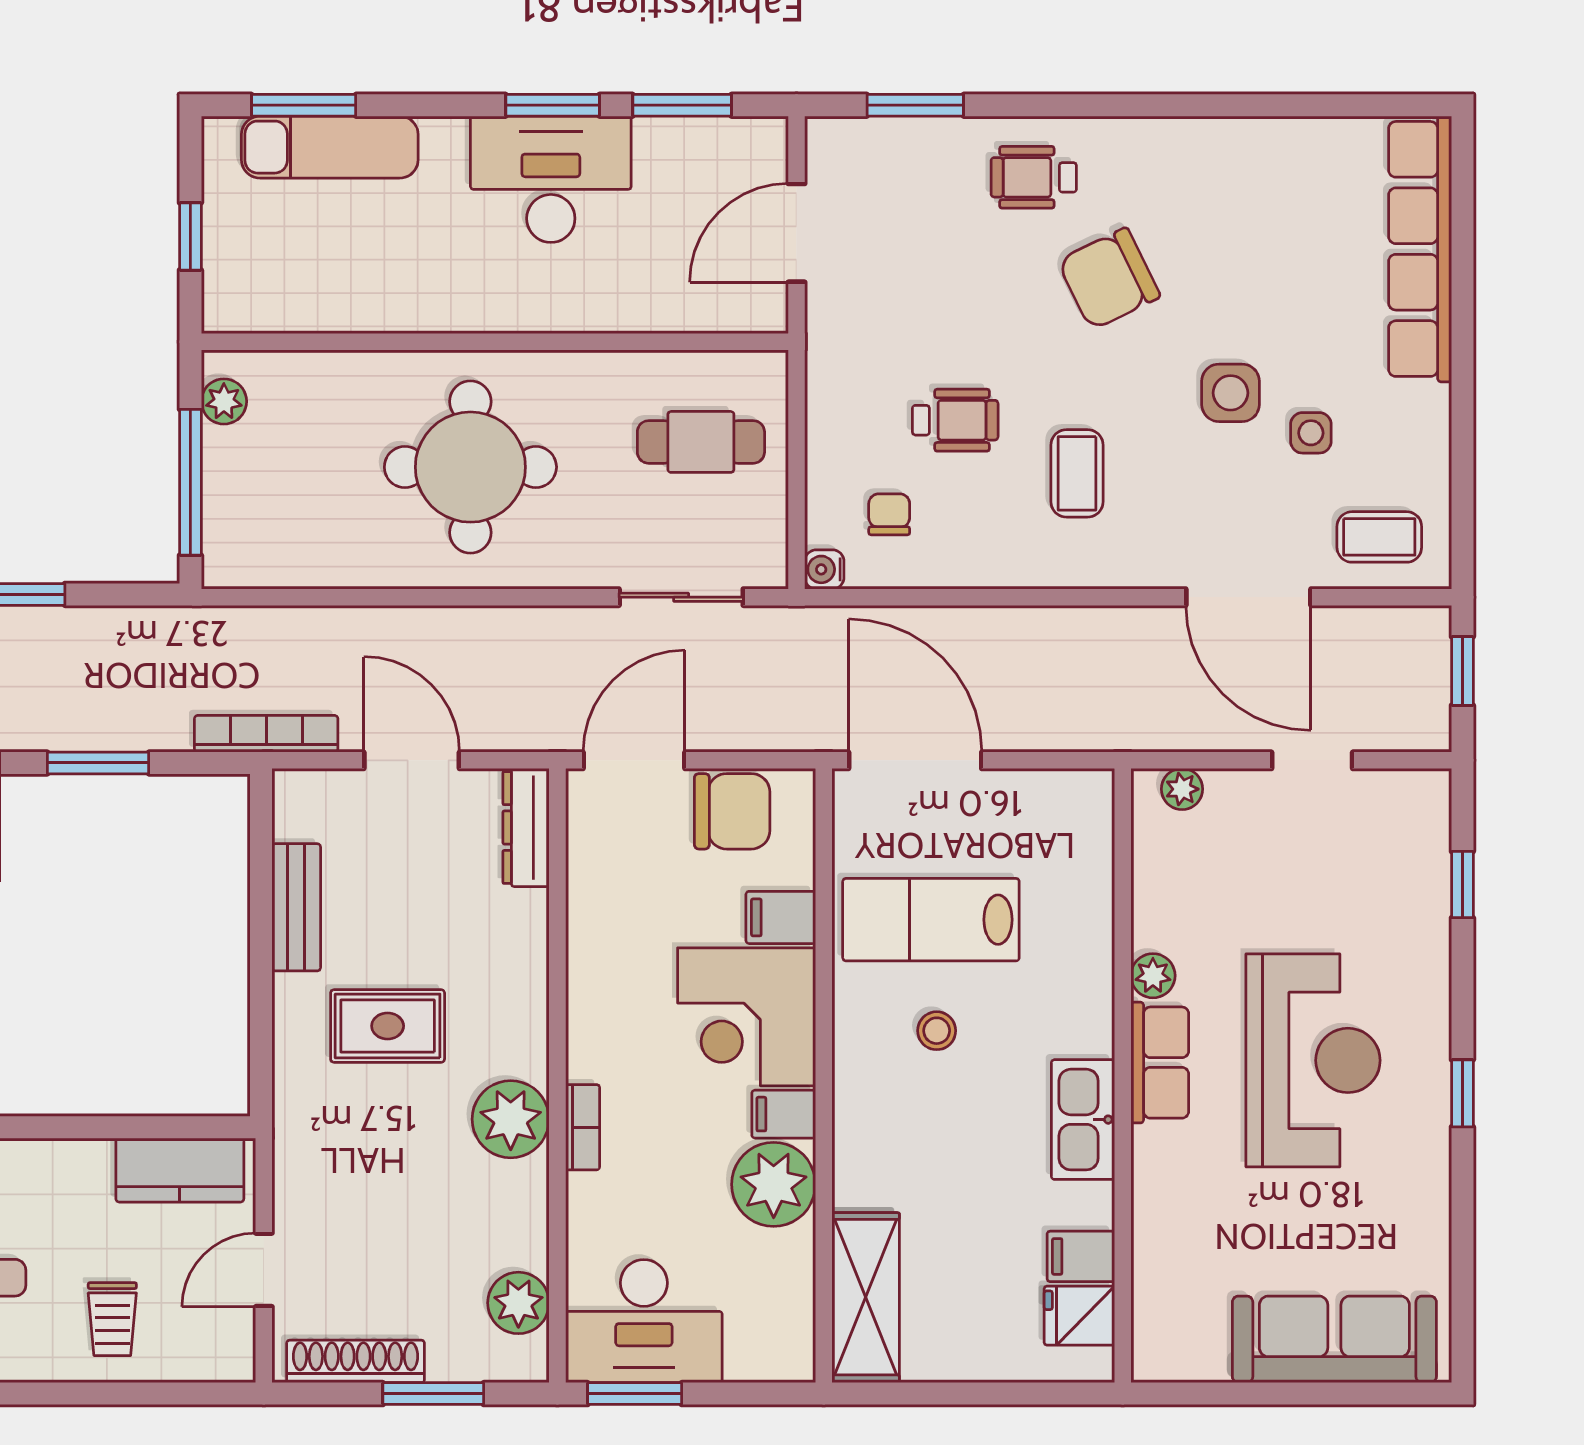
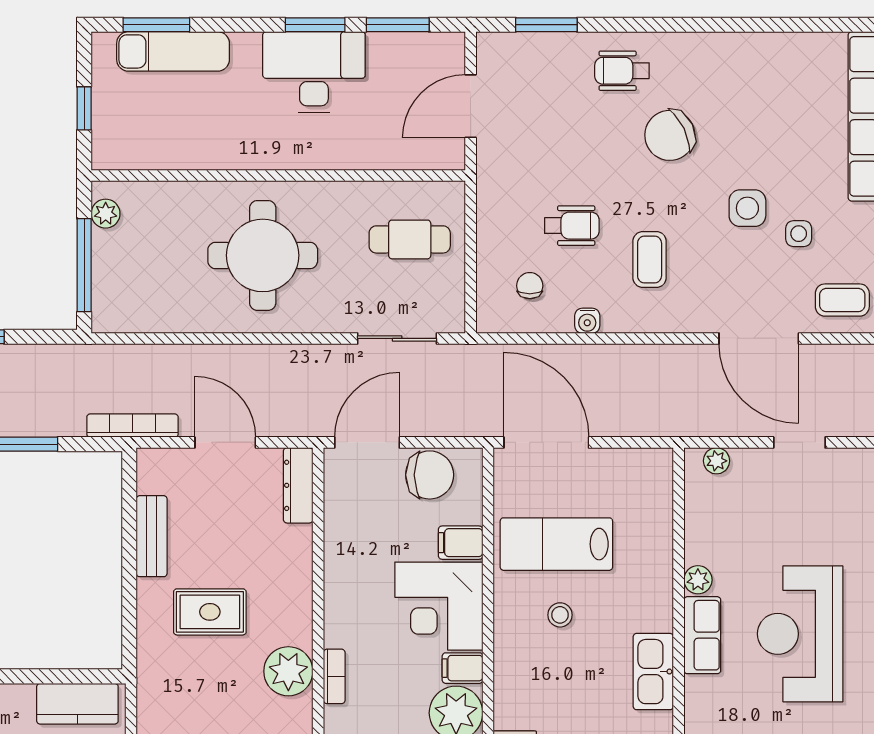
water cooler: (824, 569) -> (587, 321), moved, turned -90
reception desk: (1313, 1060) -> (800, 634), turned 180

